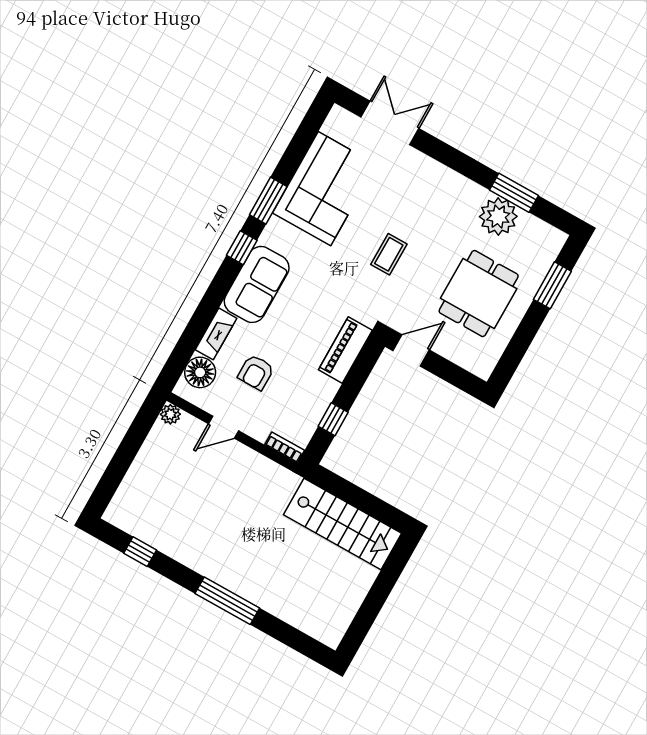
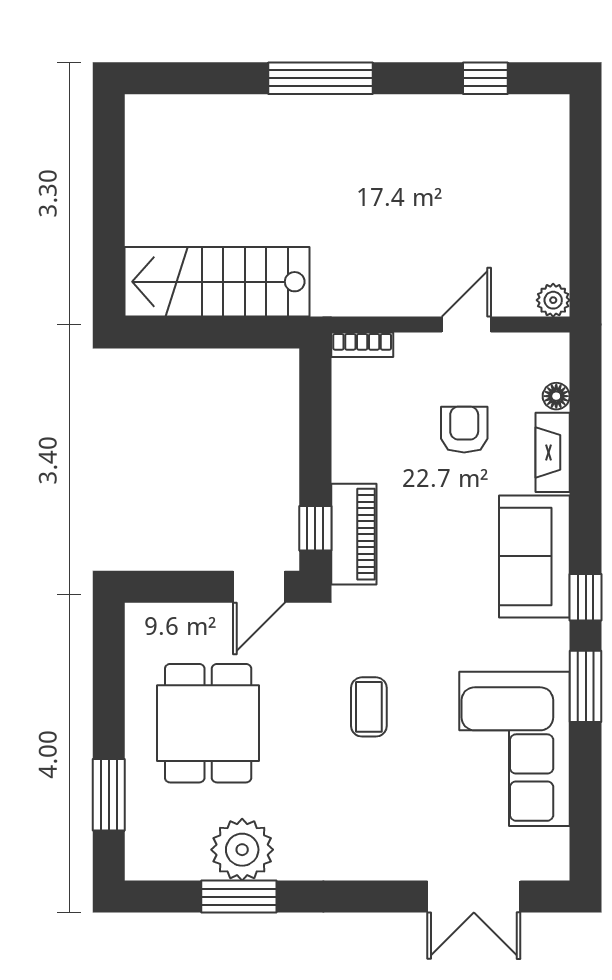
floor lamp: (200, 372) -> (556, 396), width x0.53, depth x0.53
window: (333, 419) -> (315, 528), moved

